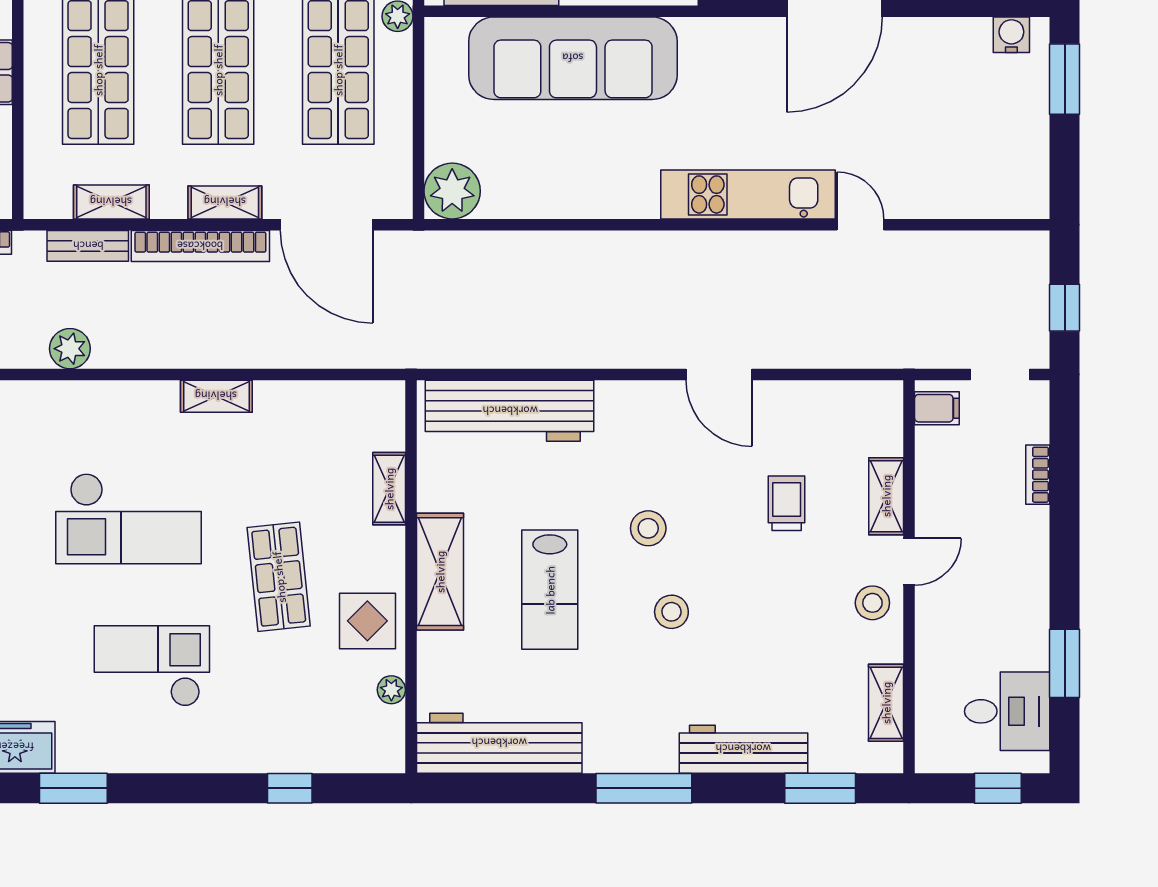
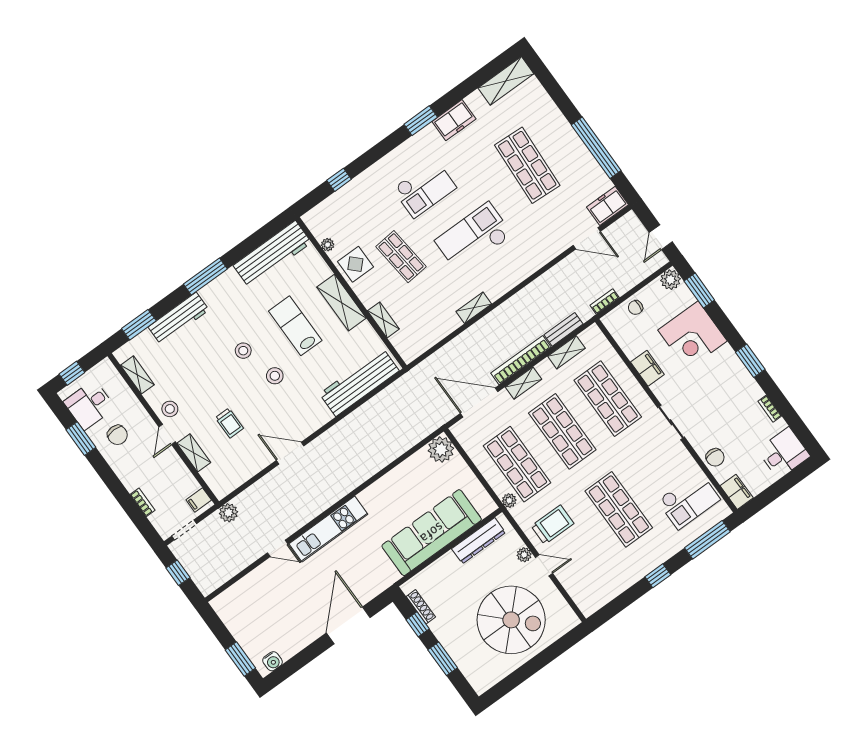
plant: (70, 349) -> (228, 513), moved
chair: (996, 624) -> (117, 435), added

